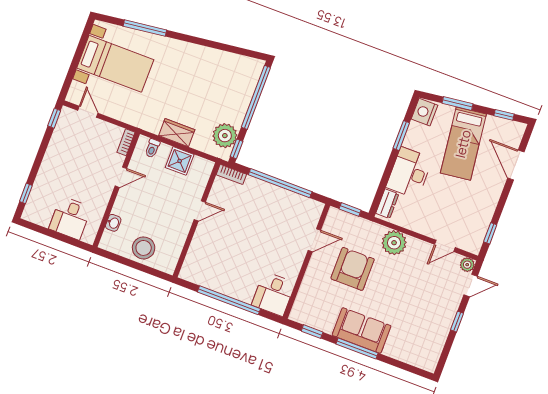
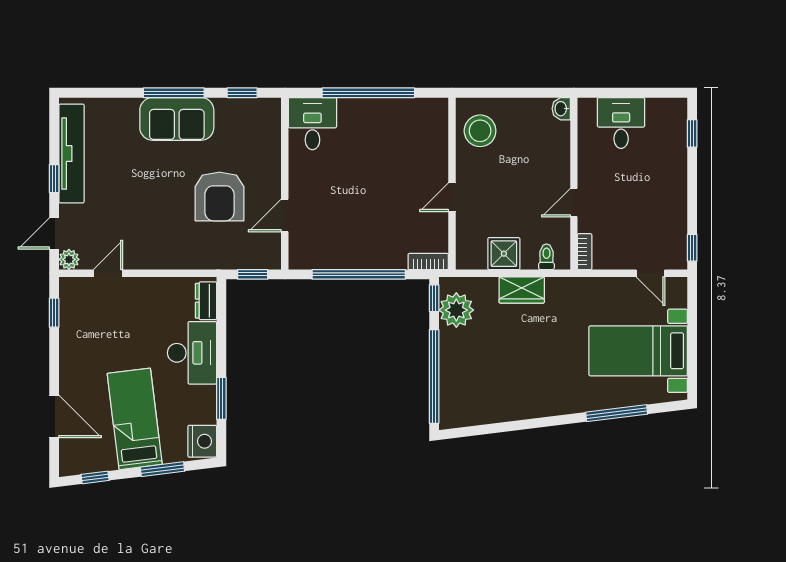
washbasin: (113, 223) -> (561, 109), moved
plant: (394, 243) -> (177, 252), removed
stool: (144, 248) -> (480, 131), moved
tv unit: (439, 334) -> (71, 154), added

